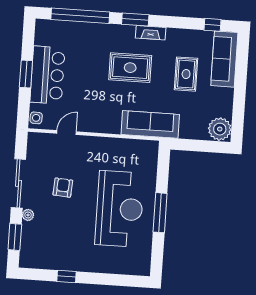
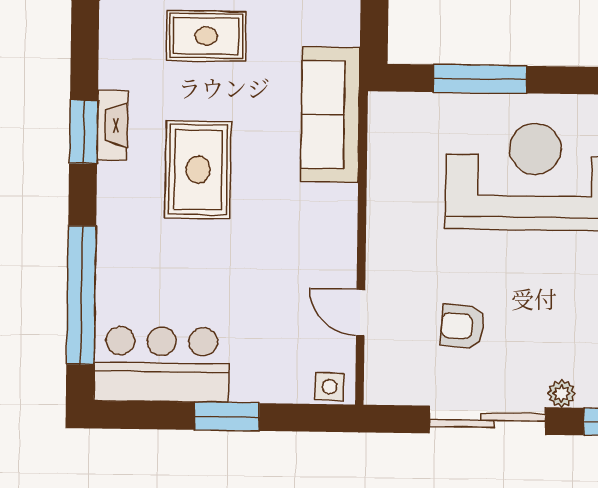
window: (135, 20) -> (84, 132), moved
bar counter: (47, 75) -> (161, 364), moved
armchair: (63, 188) -> (463, 326), moved
window: (160, 213) -> (480, 79), moved

